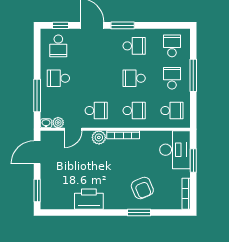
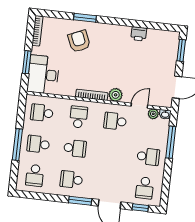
school desk: (58, 46) -> (145, 188), turned 180
school desk: (172, 78) -> (38, 144), turned 90
school desk: (134, 111) -> (79, 117), turned 90
printer: (89, 199) -> (139, 34), width x0.53, depth x0.68

